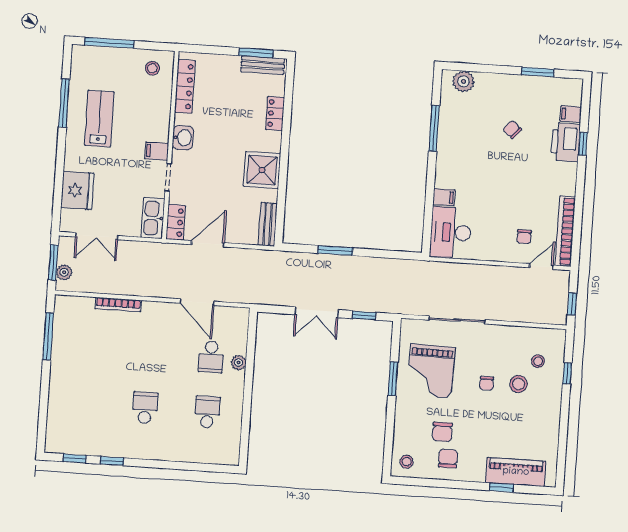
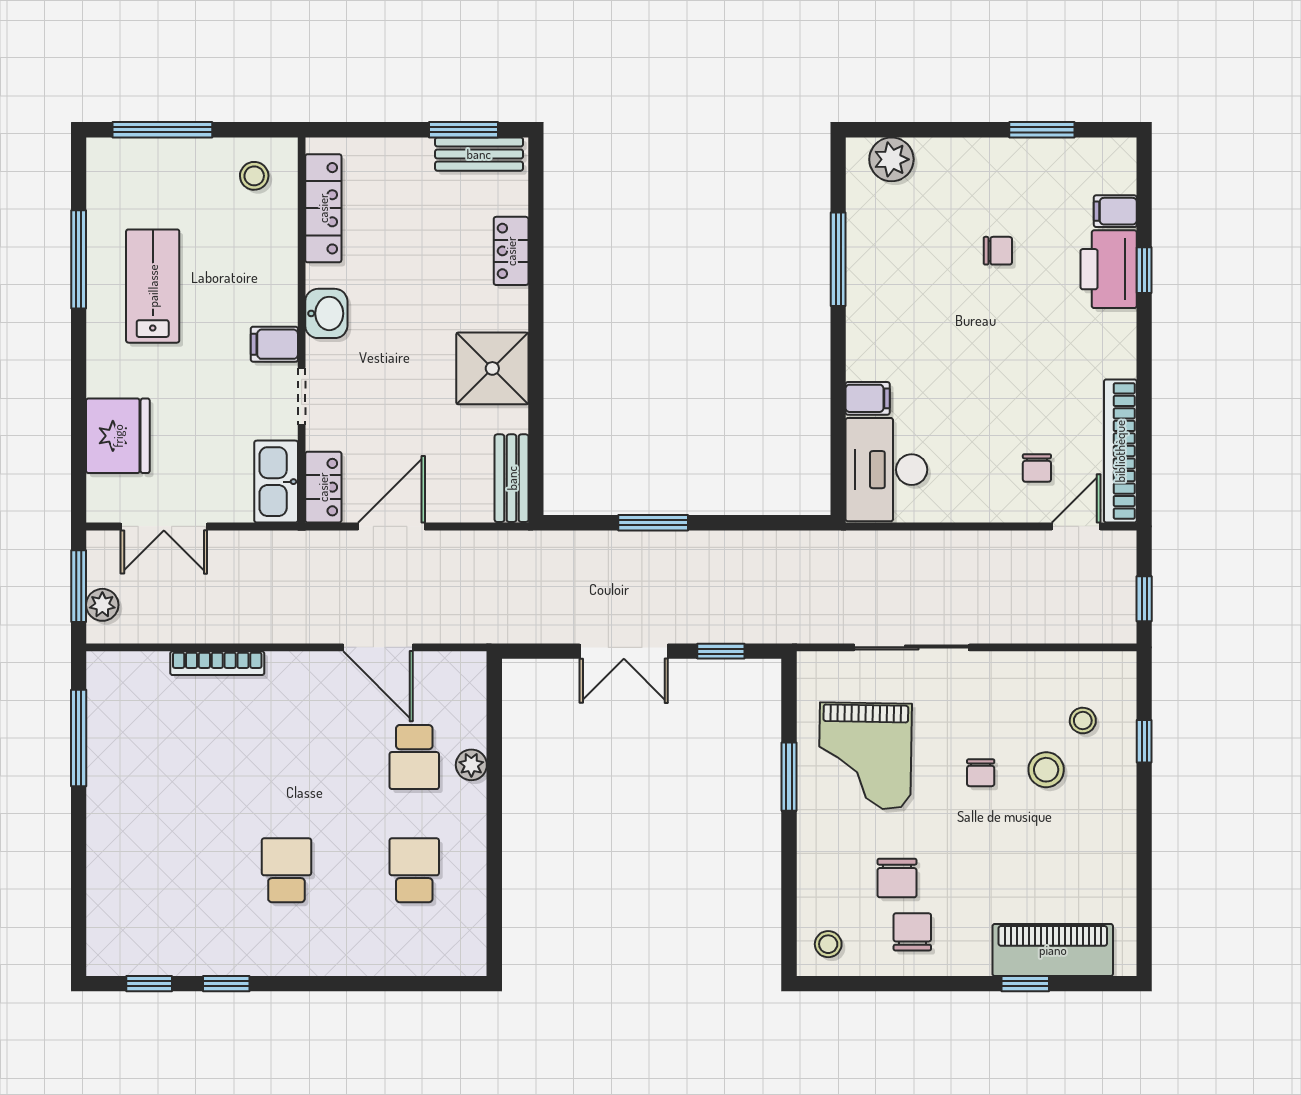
chair: (512, 130) -> (998, 251), turned 139

